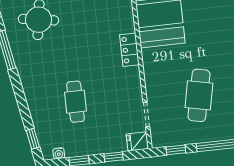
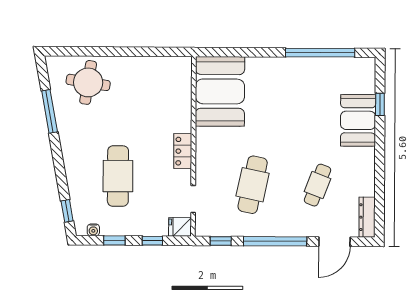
locker: (129, 50) -> (183, 151), moved
cafe table: (76, 102) -> (118, 176), width x1.37, depth x1.35

